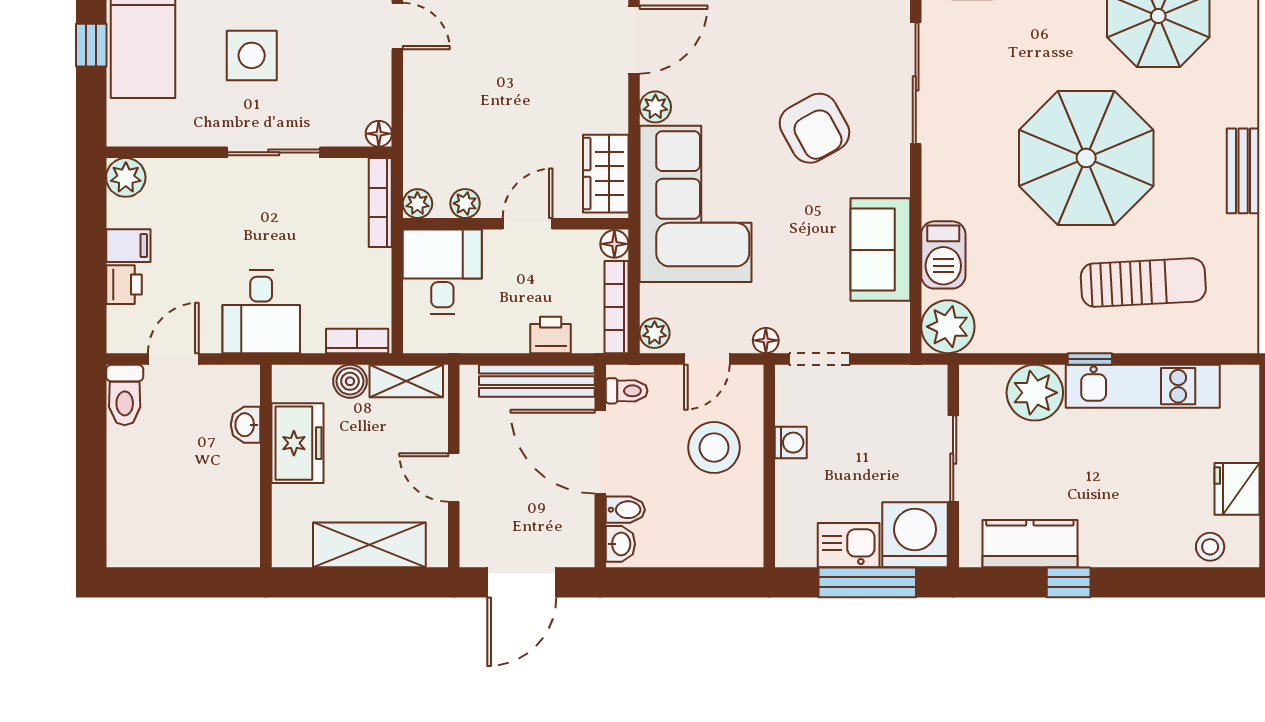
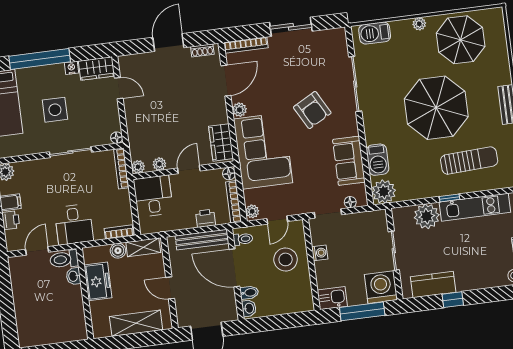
floor lamp: (766, 340) -> (350, 202), moved
toilet: (125, 395) -> (64, 259), moved, turned 90
kitchen sink: (849, 545) -> (332, 298), moved

